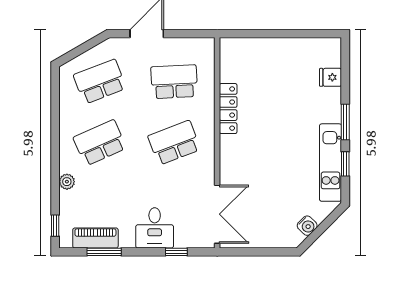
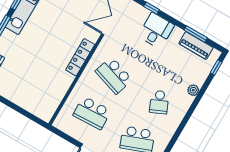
locker: (228, 109) -> (80, 57), moved
school desk: (100, 143) -> (159, 102), width x0.54
school desk: (174, 143) -> (114, 75), turned 39

